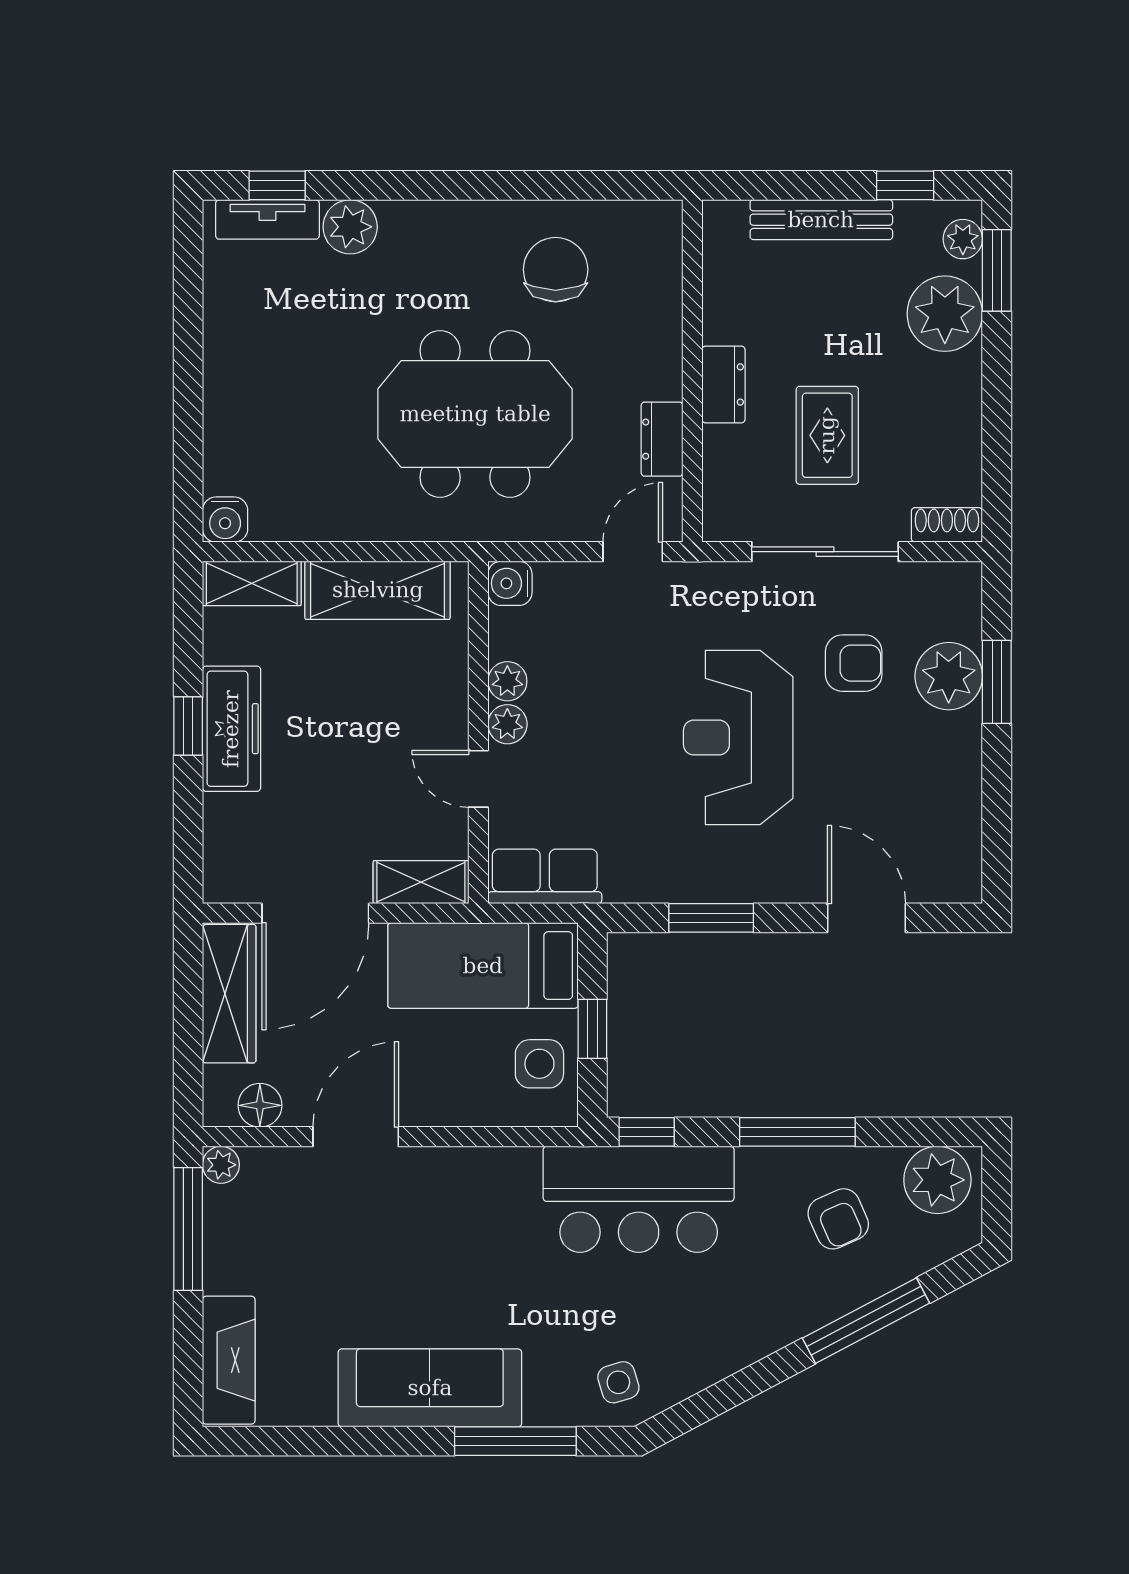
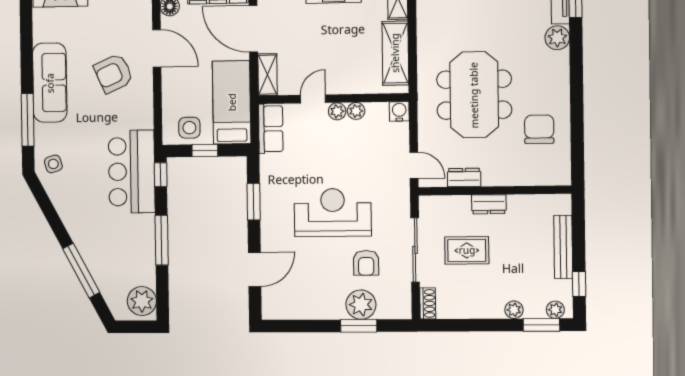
chair: (556, 270) -> (539, 129), turned -90
plant: (945, 314) -> (514, 310), width x0.53, depth x0.53
armchair: (838, 1219) -> (113, 73), moved, width x1.38, depth x1.38

